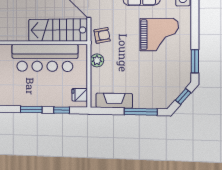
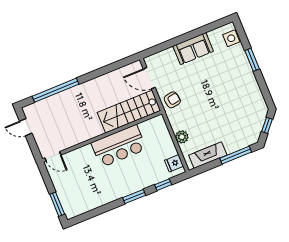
grand piano: (159, 35) -> (223, 78), removed
bar counter: (45, 58) -> (119, 146), width x0.73
plant: (97, 60) -> (182, 137), moved
window: (195, 61) -> (252, 60), moved

